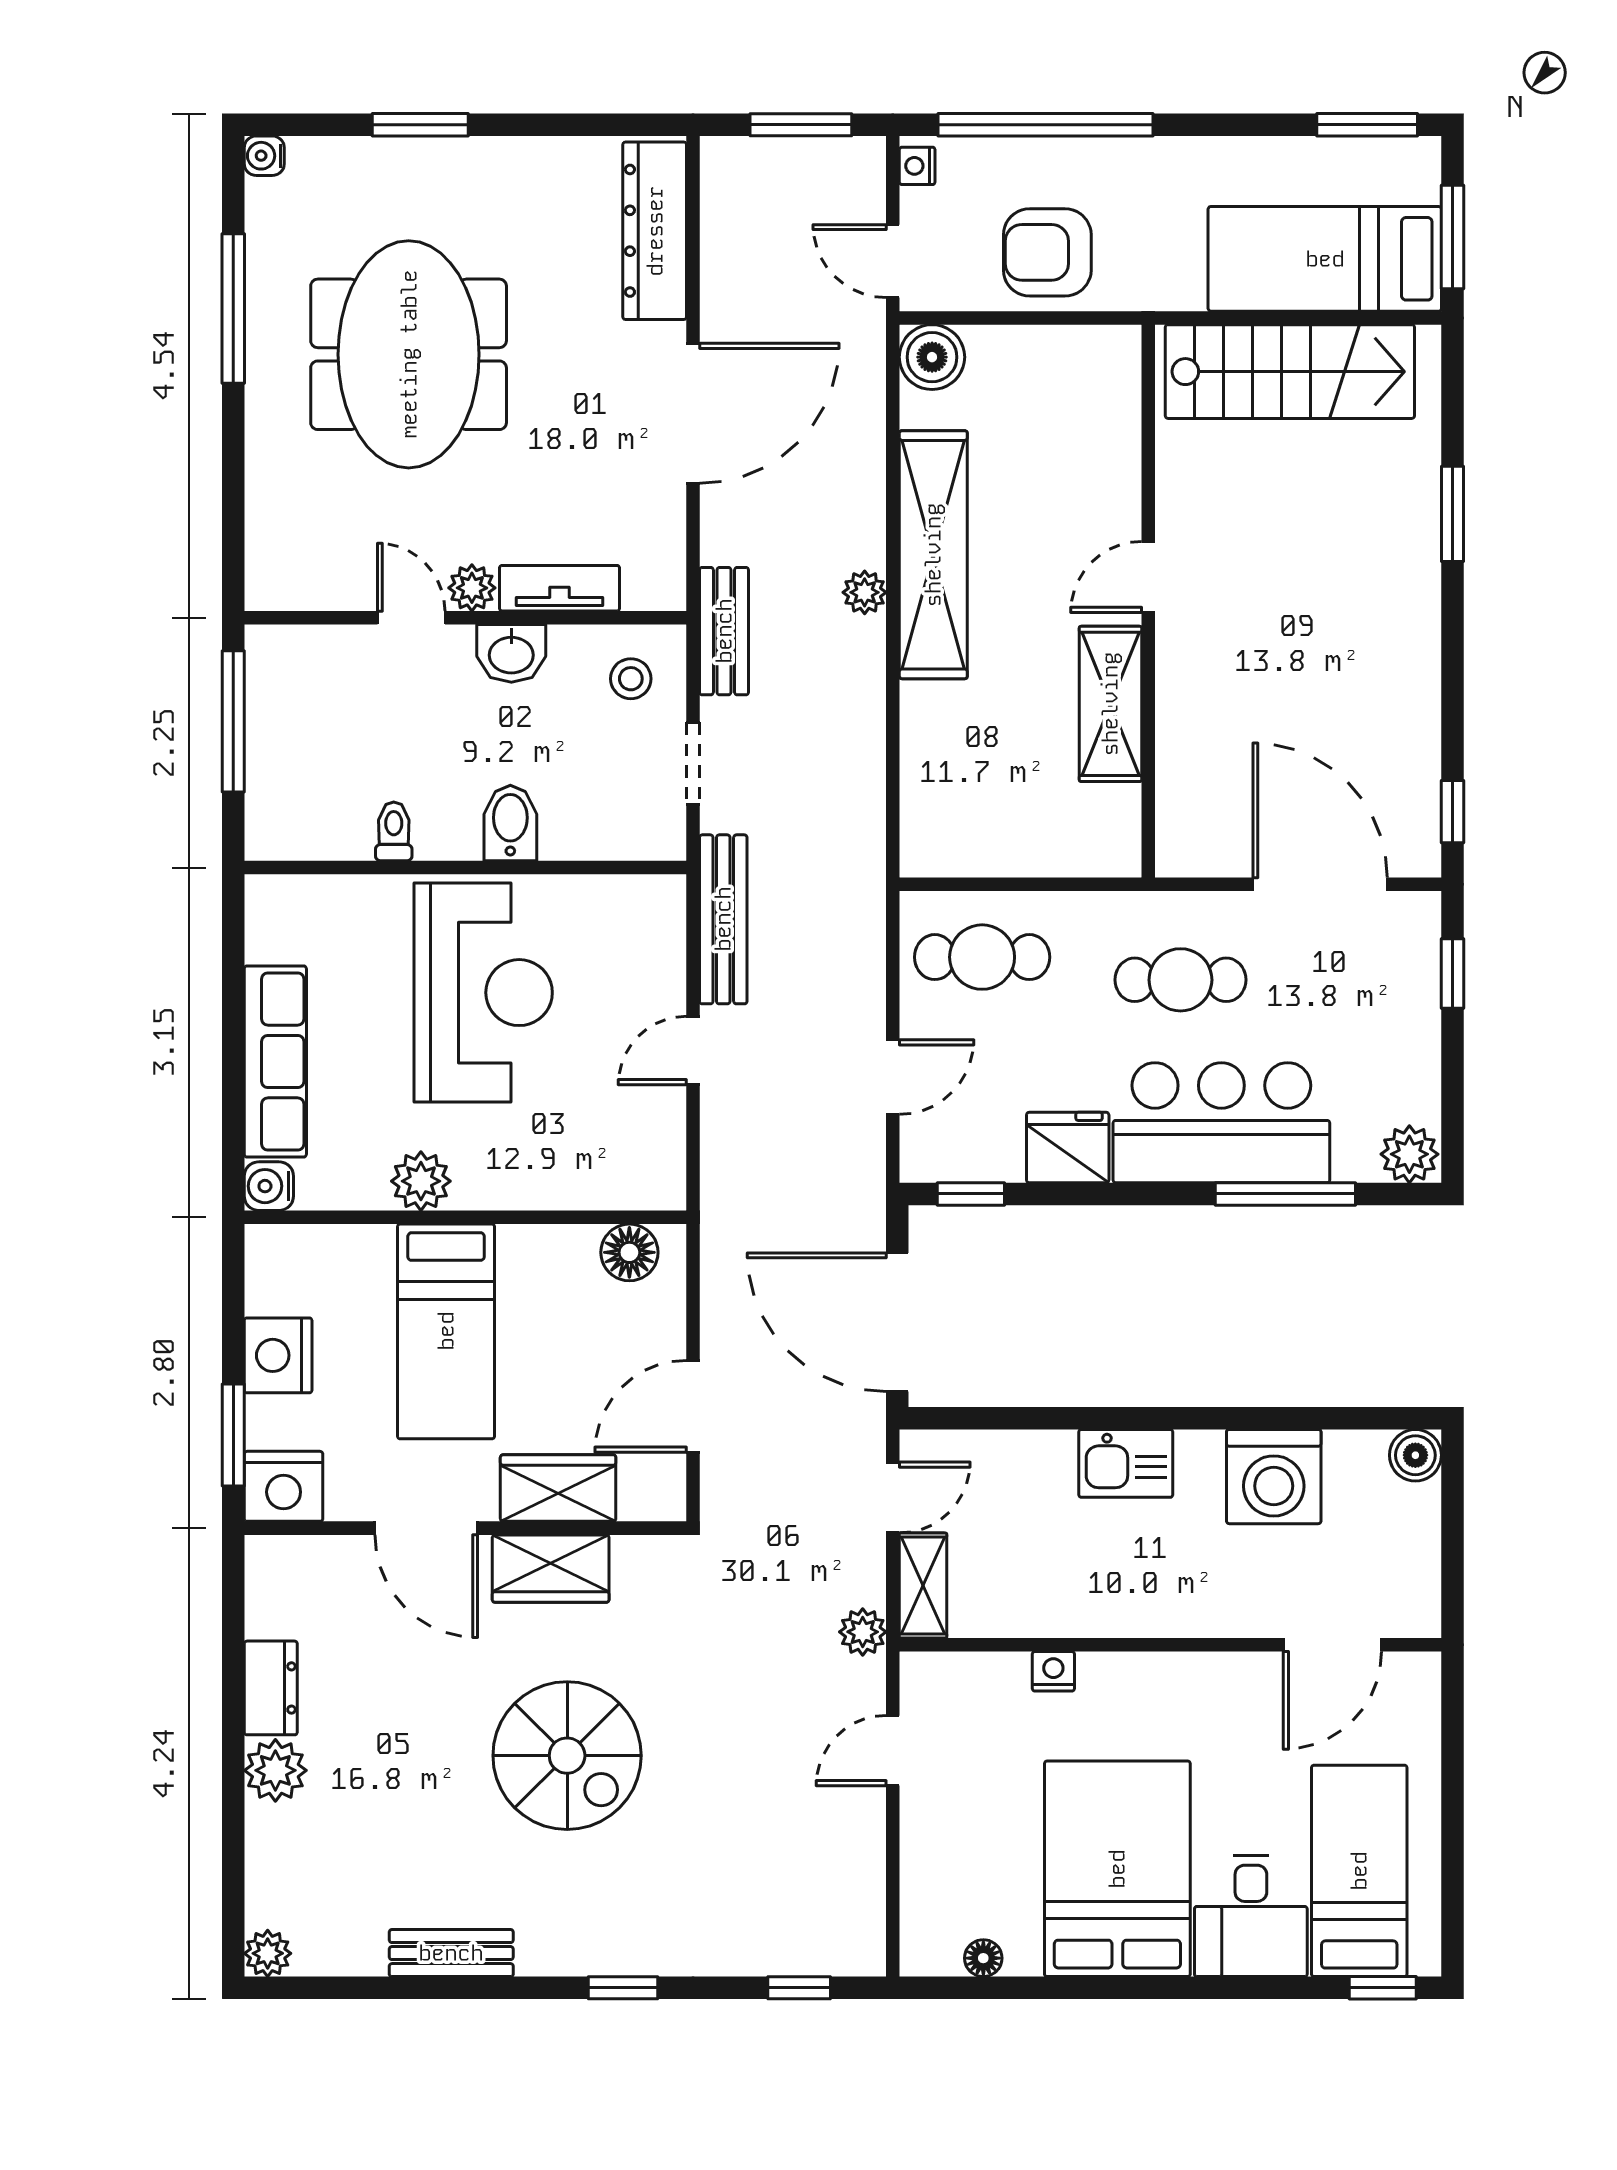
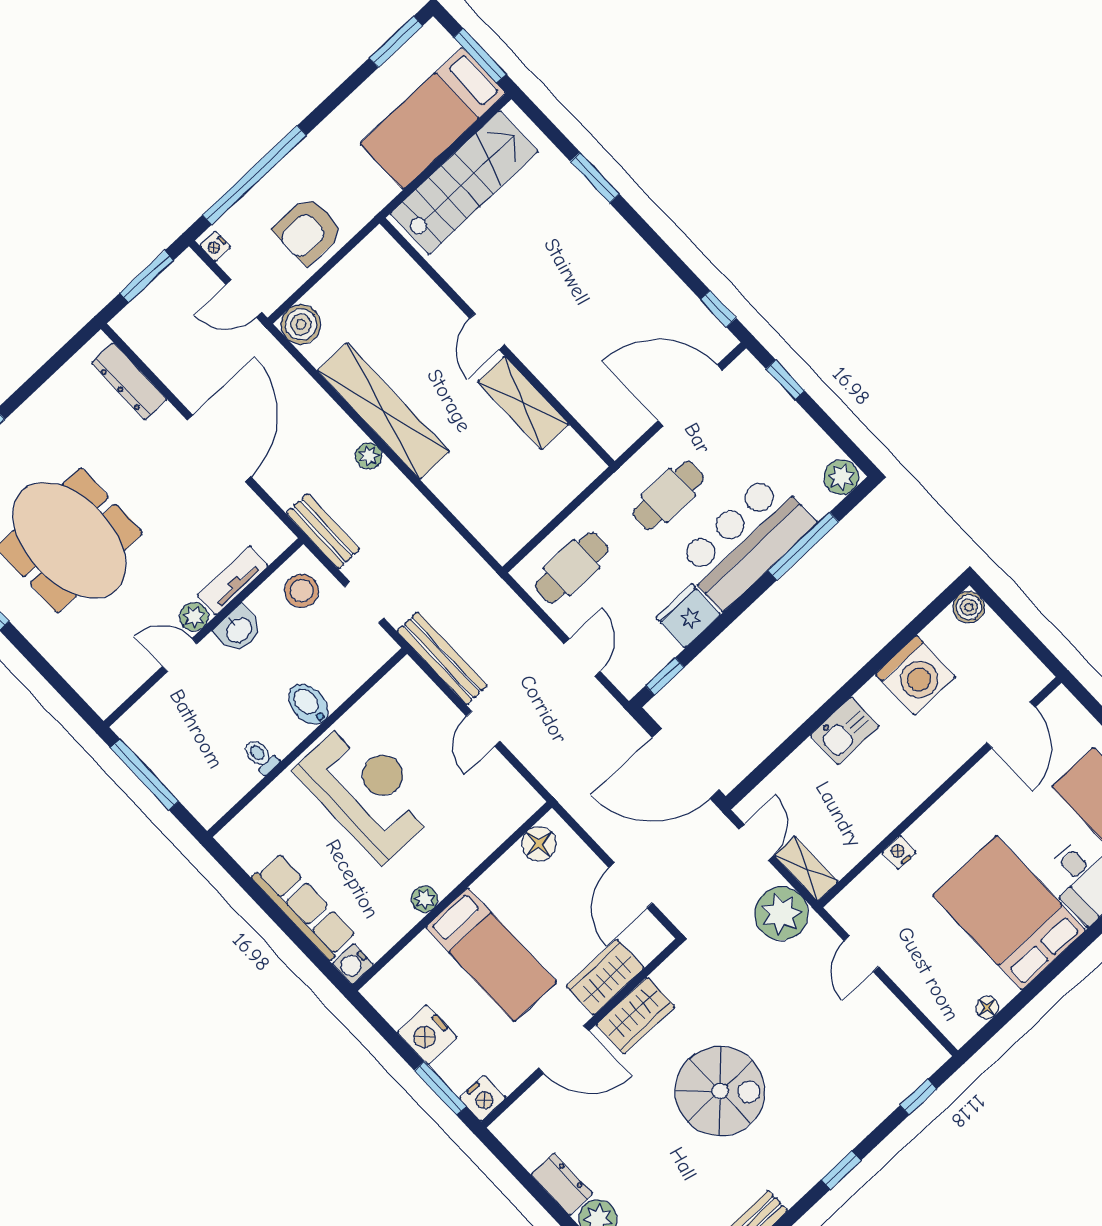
dresser: (655, 231) -> (129, 381), width x0.73, depth x0.80
stool: (631, 679) -> (302, 591), width x1.37, depth x1.37
plant: (421, 1181) -> (424, 899), width x0.73, depth x0.73
nightstand: (284, 1486) -> (483, 1098), width x0.74, depth x0.75
plant: (863, 1632) -> (781, 914), width x1.87, depth x1.87

